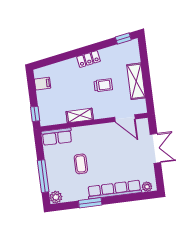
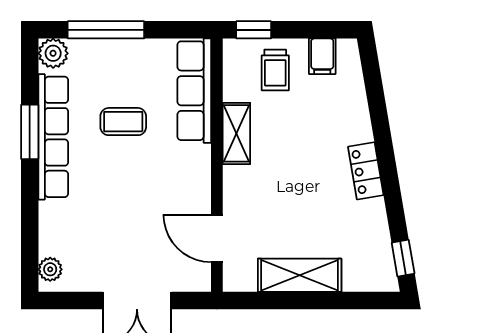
trolley: (103, 85) -> (275, 70), moved
door: (125, 118) -> (217, 238), hinge flipped
row of seats: (57, 137) -> (194, 91), width x1.48
row of seats: (114, 190) -> (53, 137), moved

